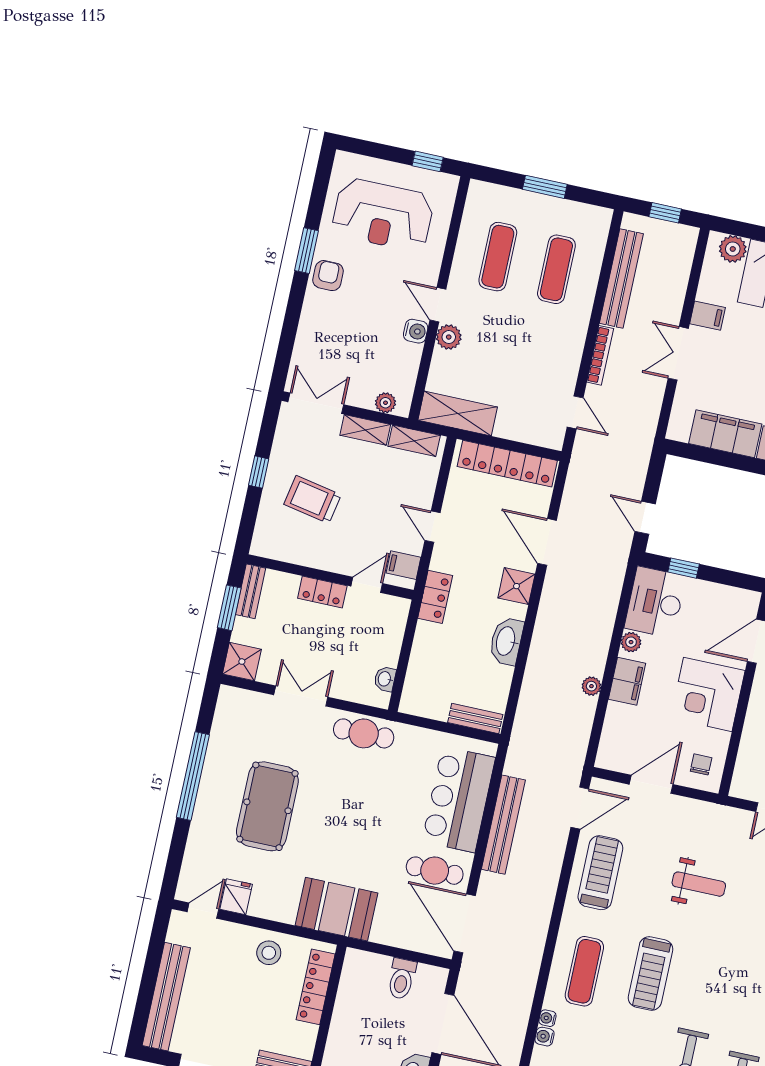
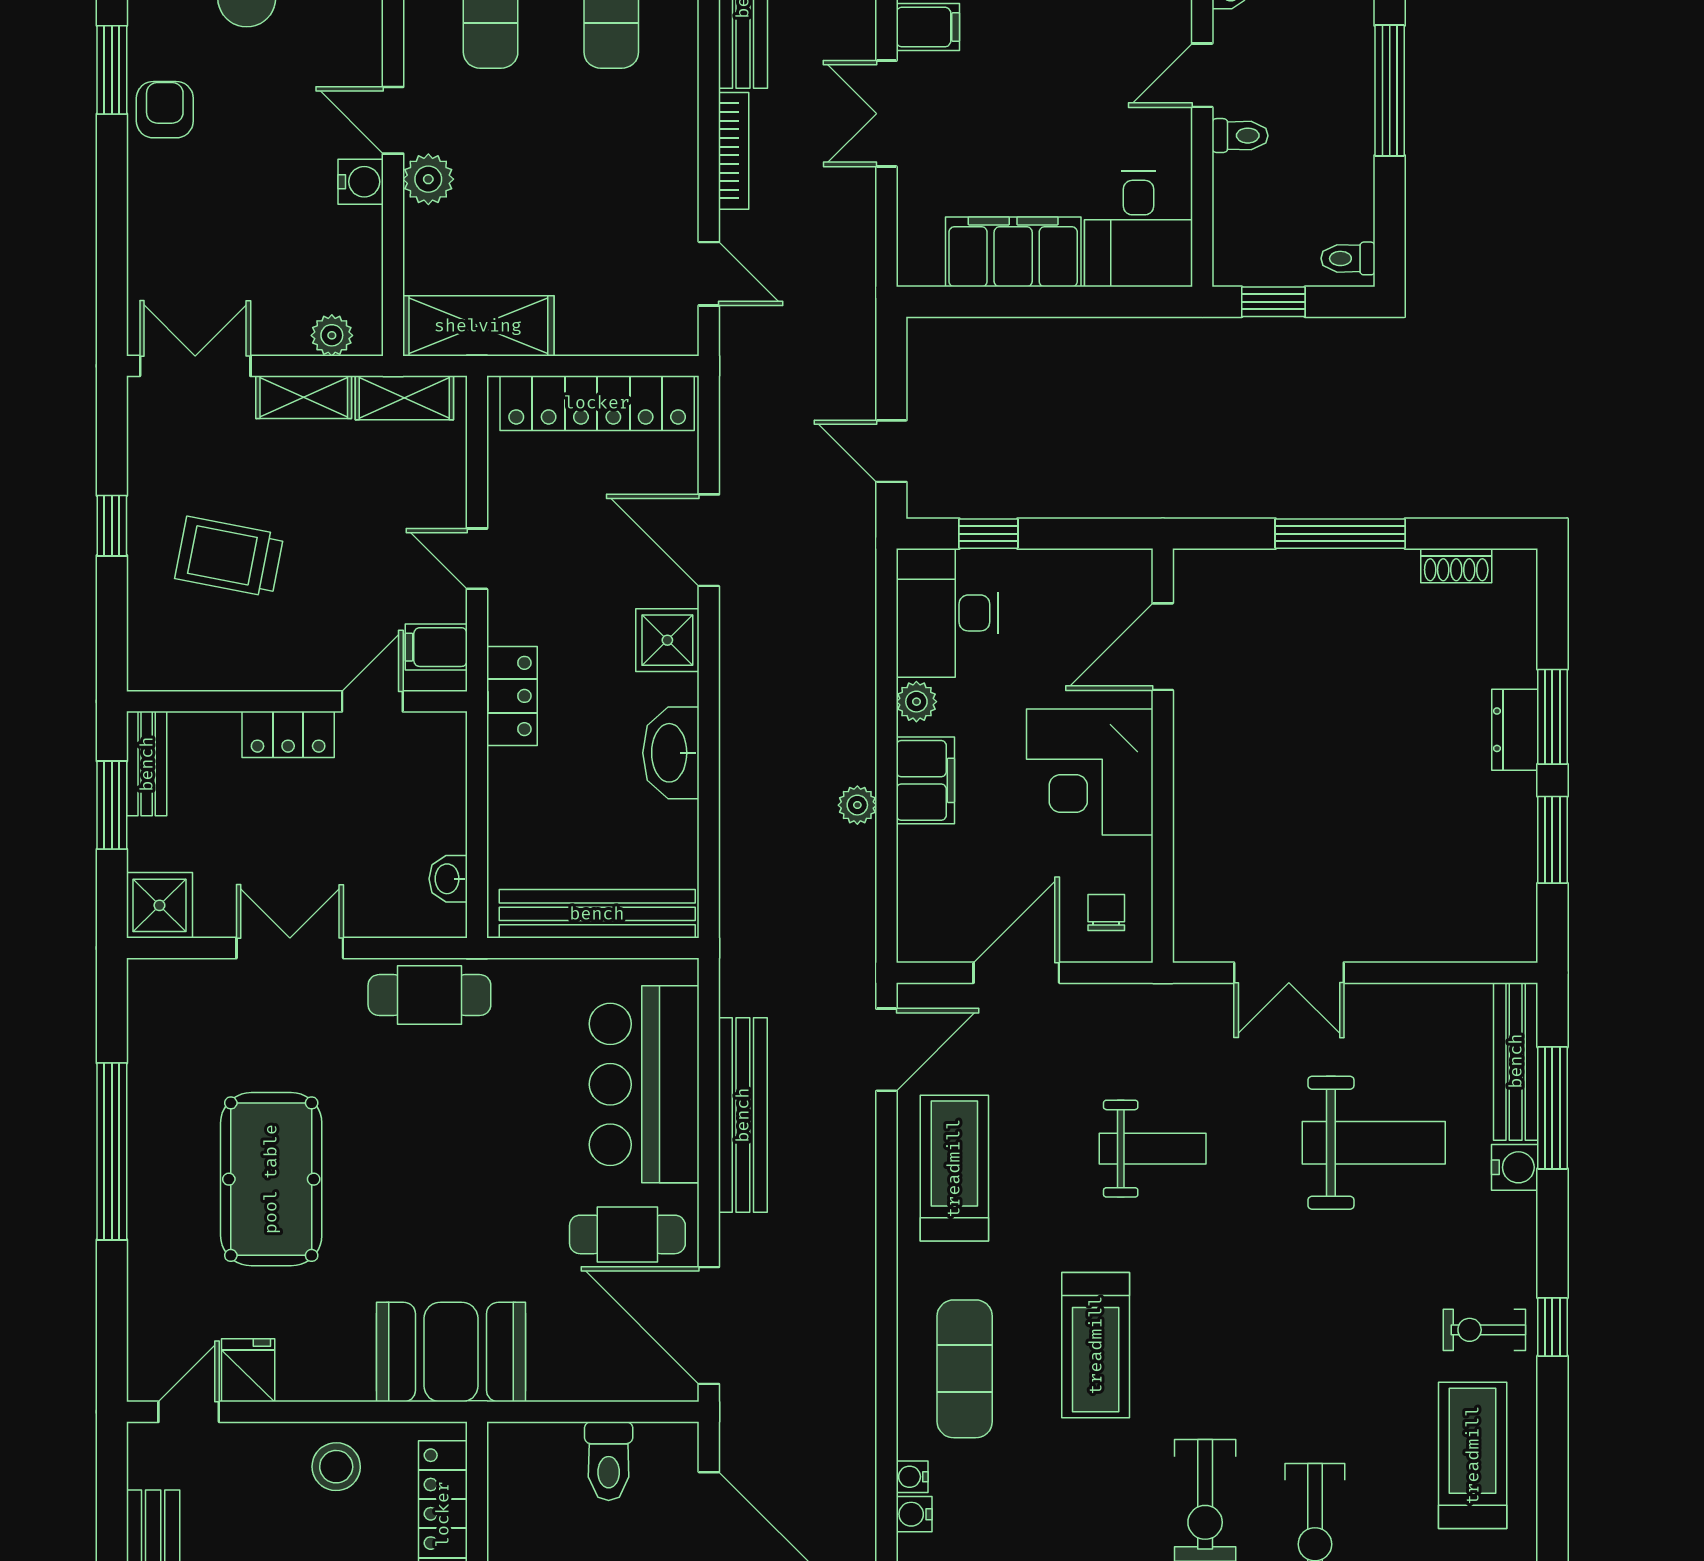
bench: (475, 719) -> (597, 914), width x1.86, depth x1.21

